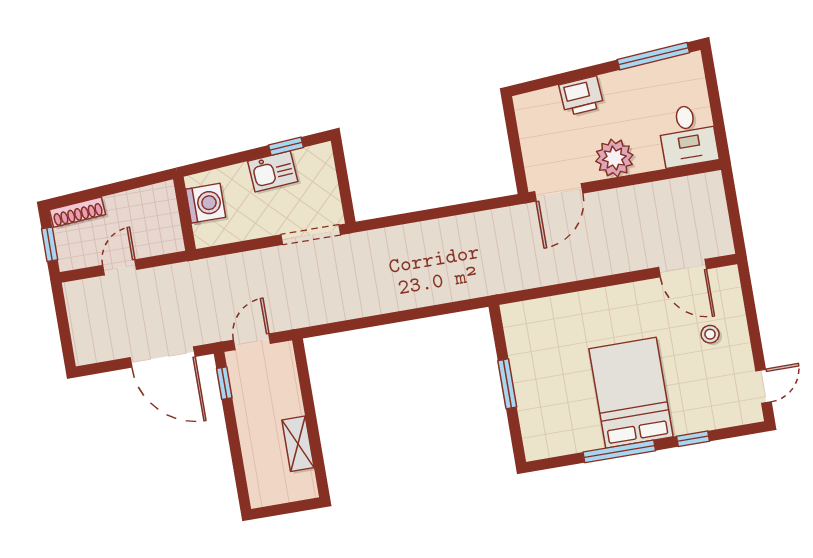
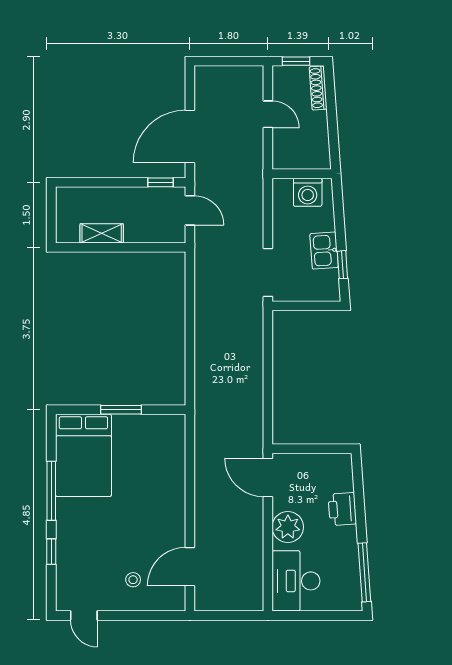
desk: (688, 135) -> (296, 581), width x1.37
bed: (631, 393) -> (83, 455), moved, turned 90

